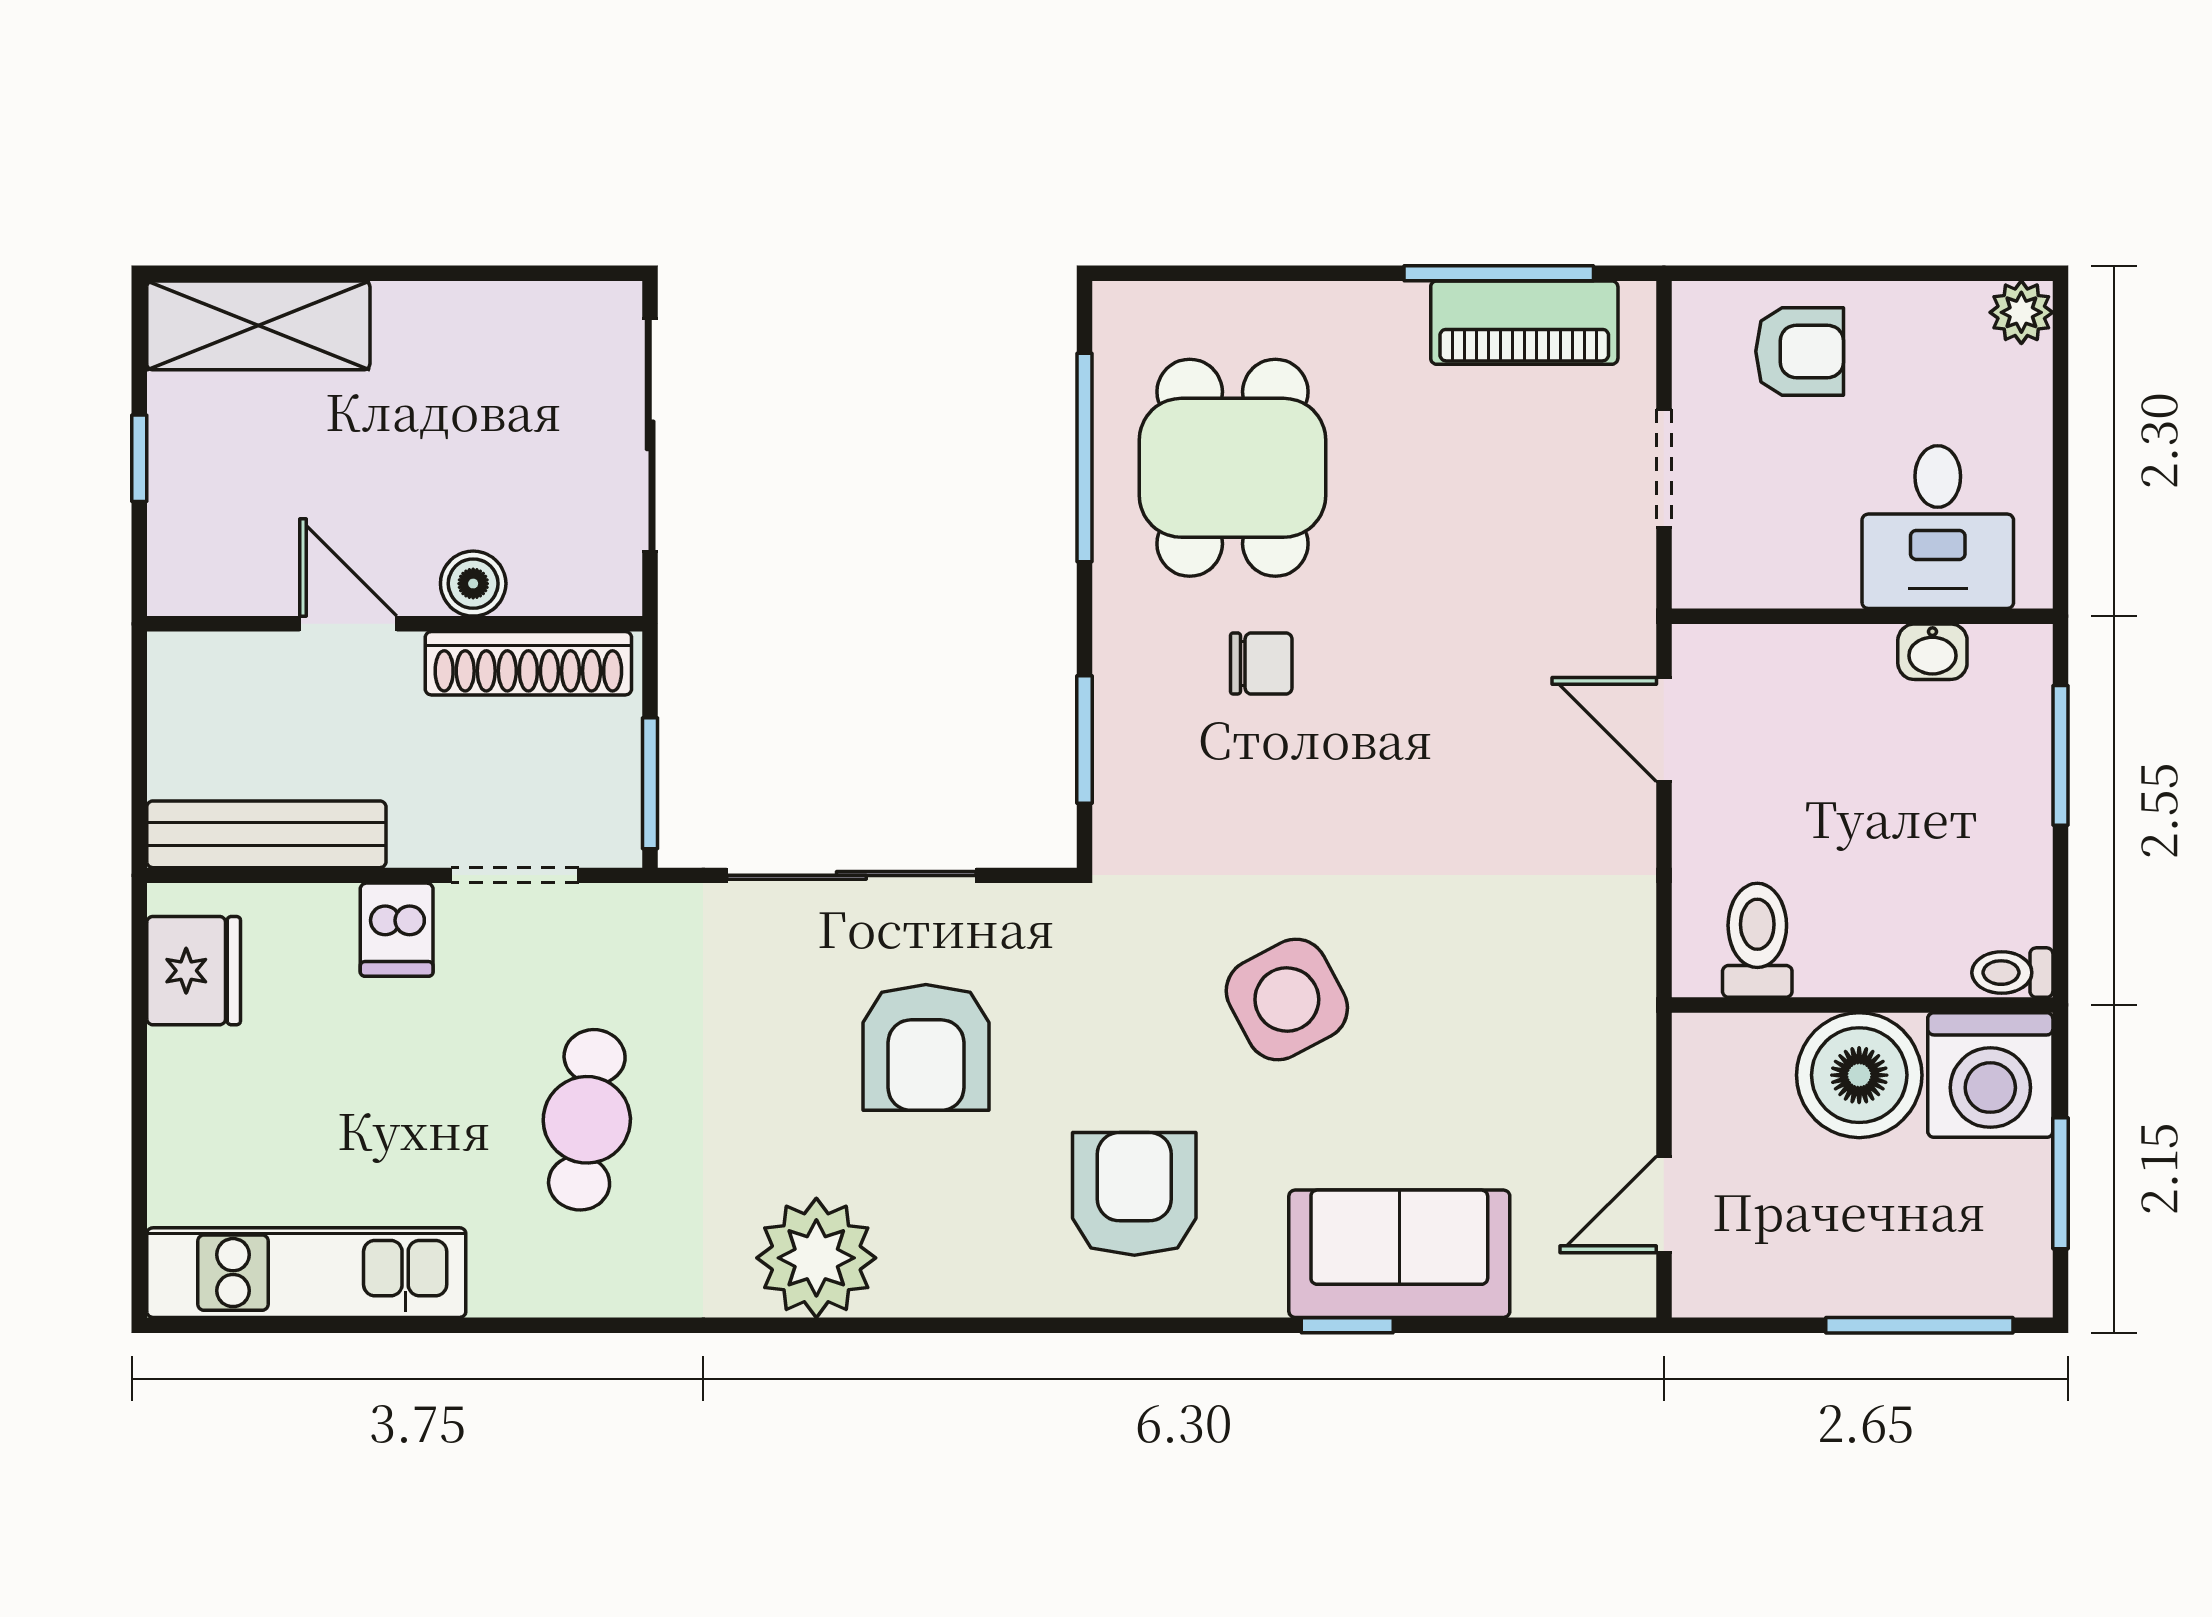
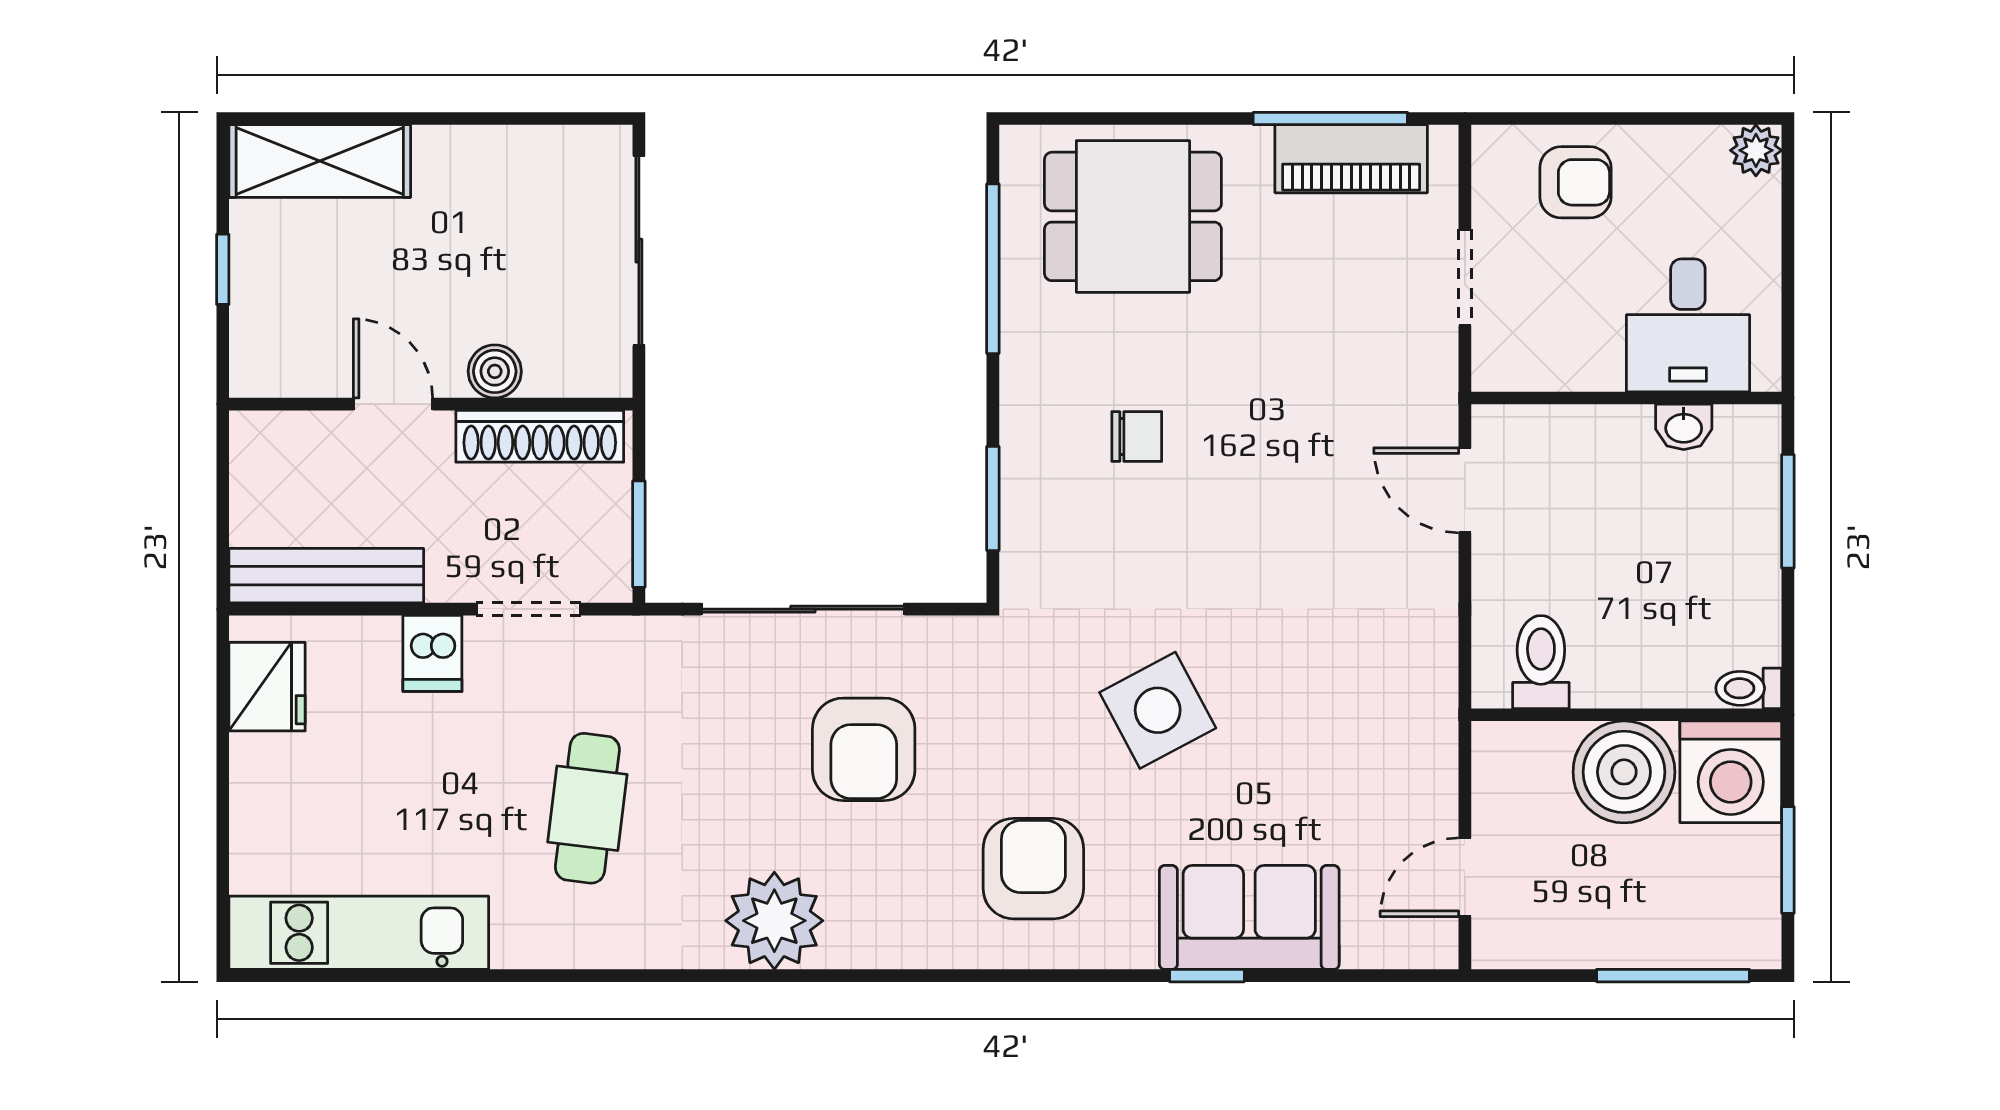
dining table: (1232, 468) -> (1133, 216), moved, turned 90

